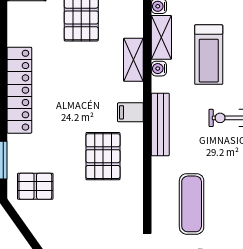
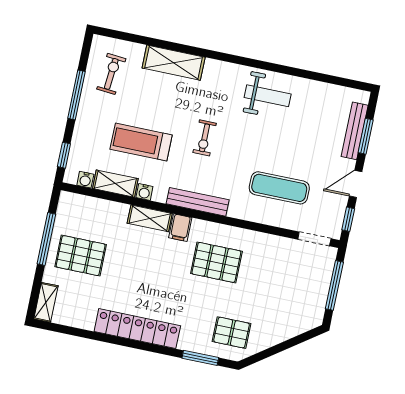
treadmill: (209, 55) -> (141, 142), turned 180
shelving: (133, 60) -> (150, 218), moved
pallet: (35, 186) -> (232, 333), turned 90

